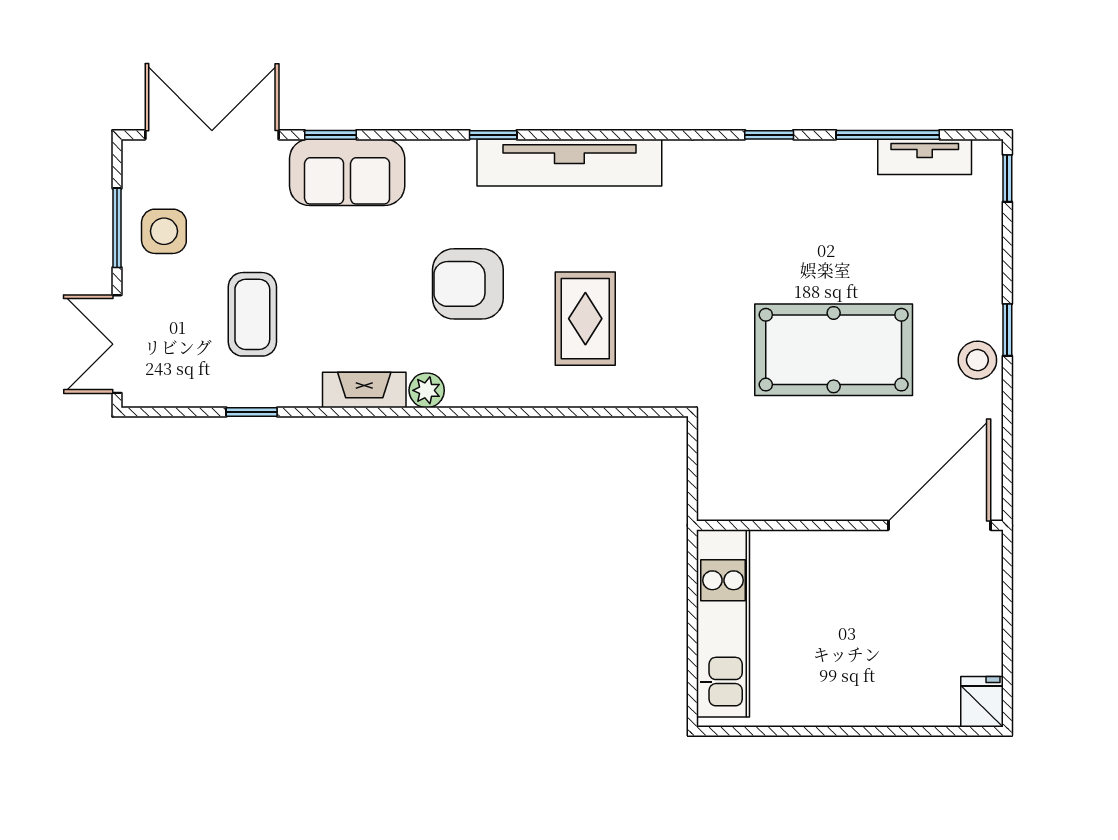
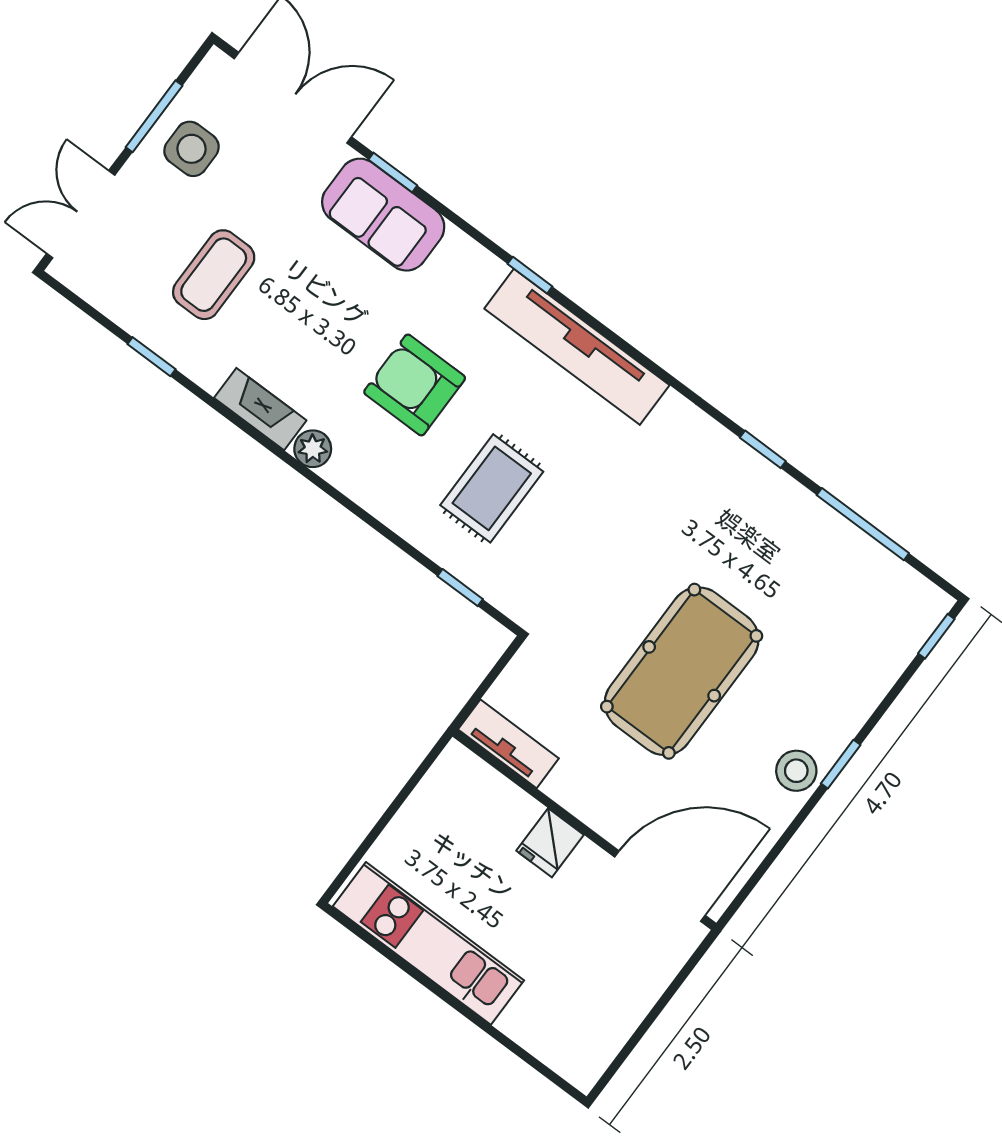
tv unit: (925, 157) -> (508, 744), moved, turned 180
pool table: (834, 350) -> (682, 671), turned 90
window: (618, 412) -> (460, 588), added
kitchen unit: (723, 623) -> (428, 943), moved, turned -90
fridge: (982, 702) -> (550, 843), moved, turned 180

